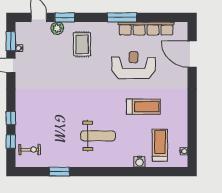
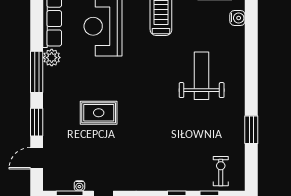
window: (122, 17) -> (37, 72), moved
plant: (57, 28) -> (52, 58), moved
rug: (82, 44) -> (99, 113), moved

